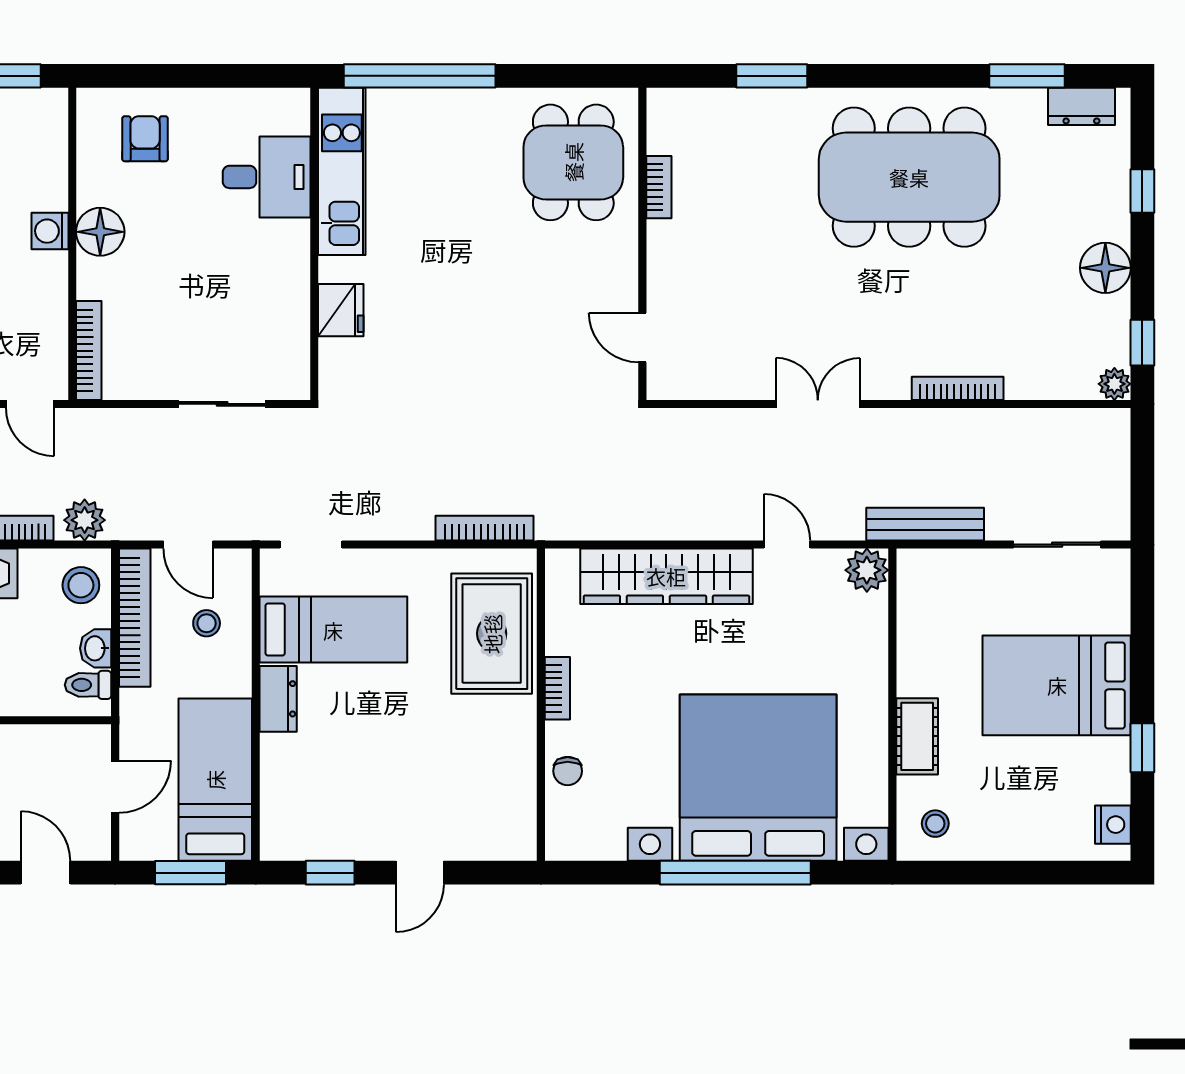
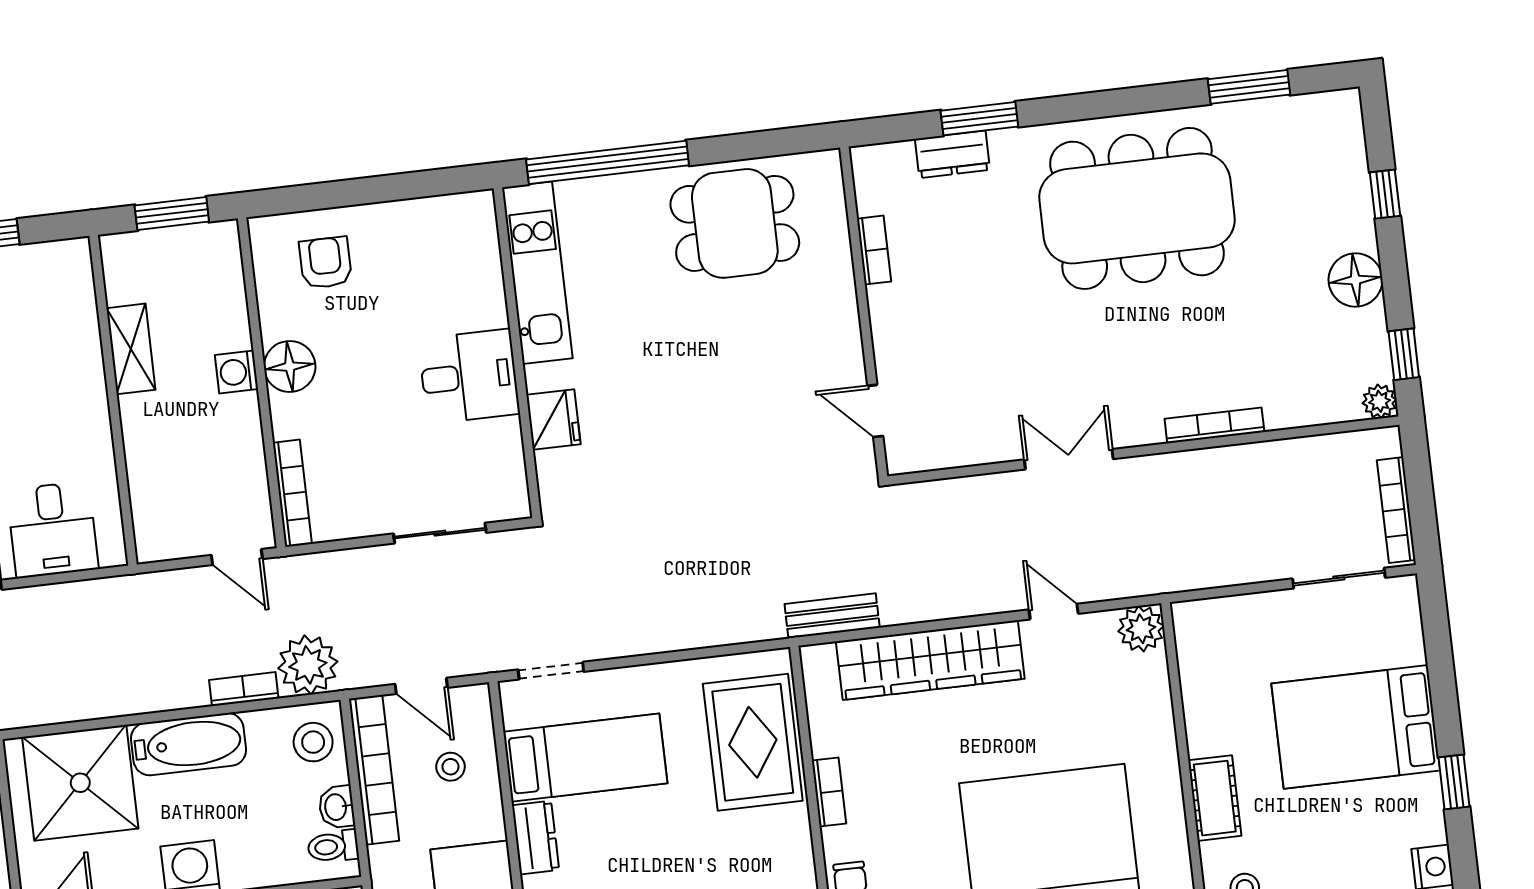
dresser: (1081, 106) -> (952, 154), moved
dining table: (573, 162) -> (735, 223), moved, turned 90
desk: (267, 177) -> (469, 376), moved
plant: (85, 520) -> (308, 665), width x1.36, depth x1.36
bench: (925, 524) -> (832, 616), moved, width x0.73
bookcase: (485, 528) -> (1396, 510), moved, turned -90

